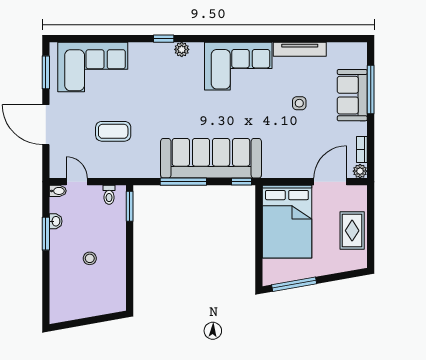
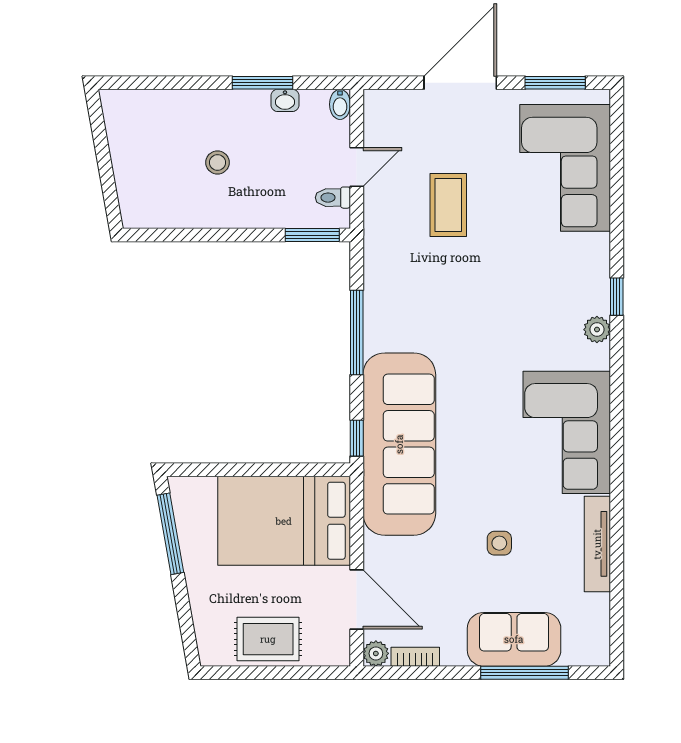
sofa: (211, 158) -> (399, 444), moved
door: (77, 182) -> (357, 167), moved

